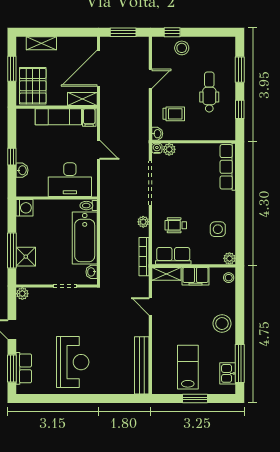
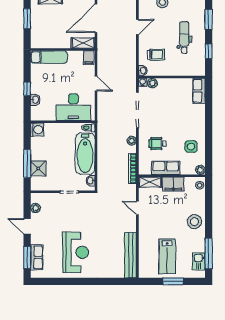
pallet: (33, 86) -> (44, 32), removed
exam couch: (58, 117) -> (49, 57), moved
row of seats: (228, 167) -> (199, 91), width x0.68
row of seats: (173, 256) -> (166, 168), moved
plant: (22, 294) -> (35, 208), moved
lab bench: (188, 367) -> (167, 256), turned 180

